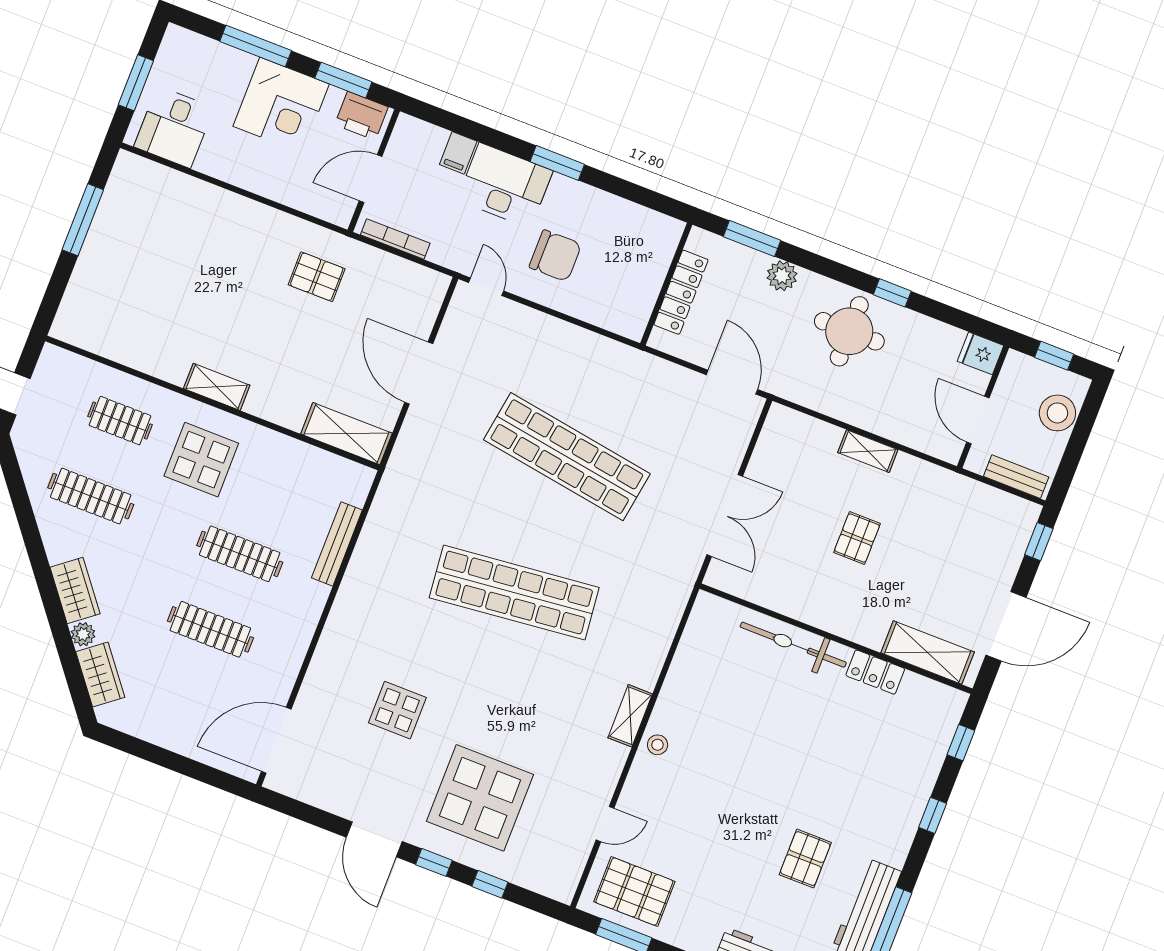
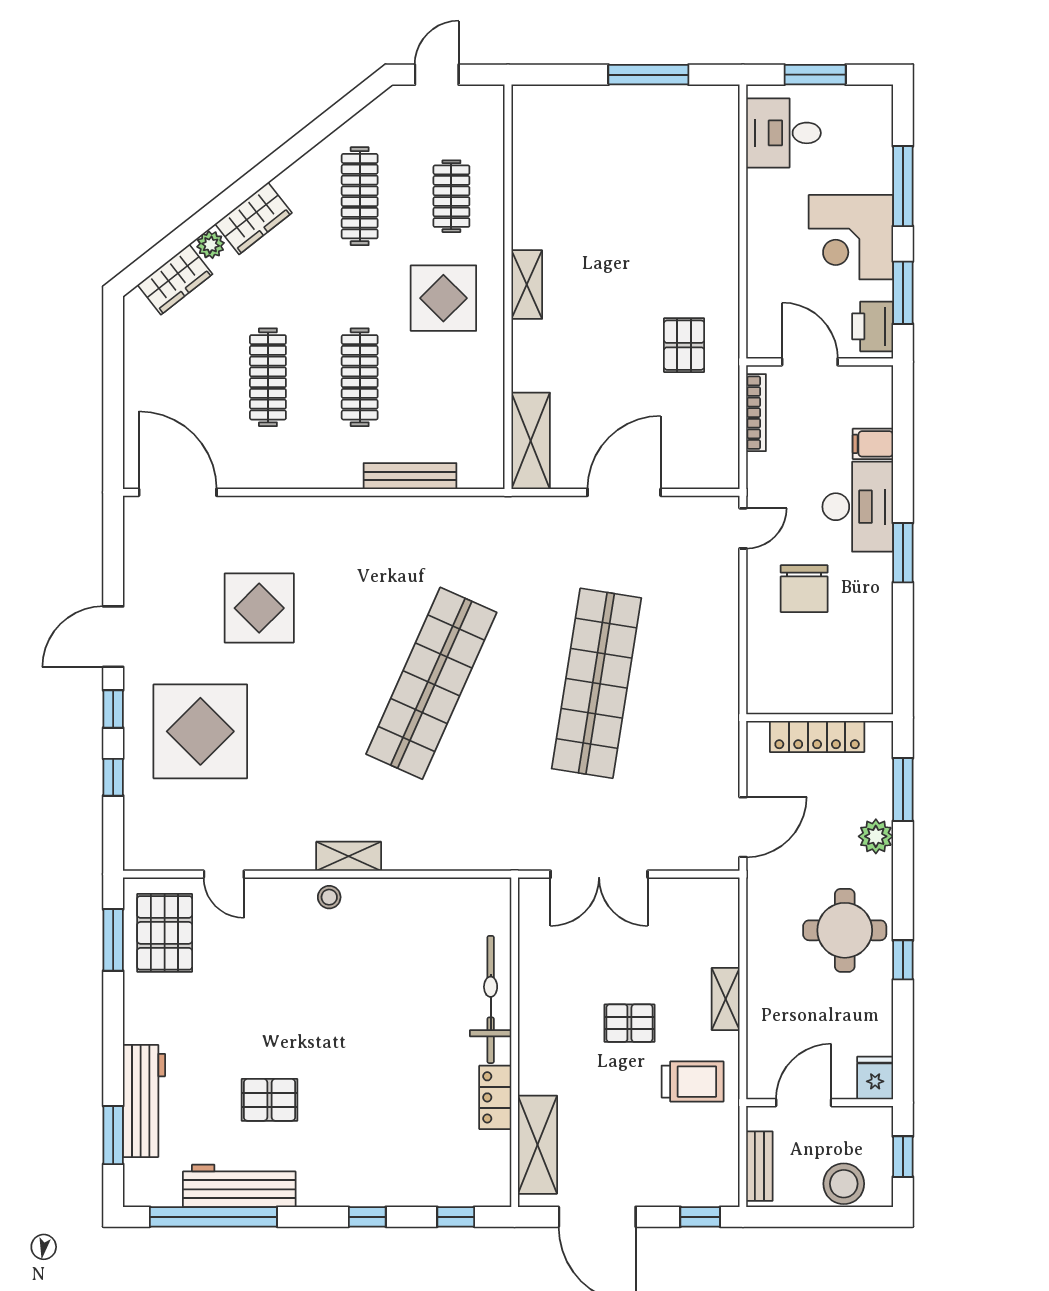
trolley: (925, 505) -> (693, 1082), added
shop shelf: (514, 593) -> (431, 683), turned 30
display table: (397, 710) -> (259, 608), width x1.36, depth x1.36

